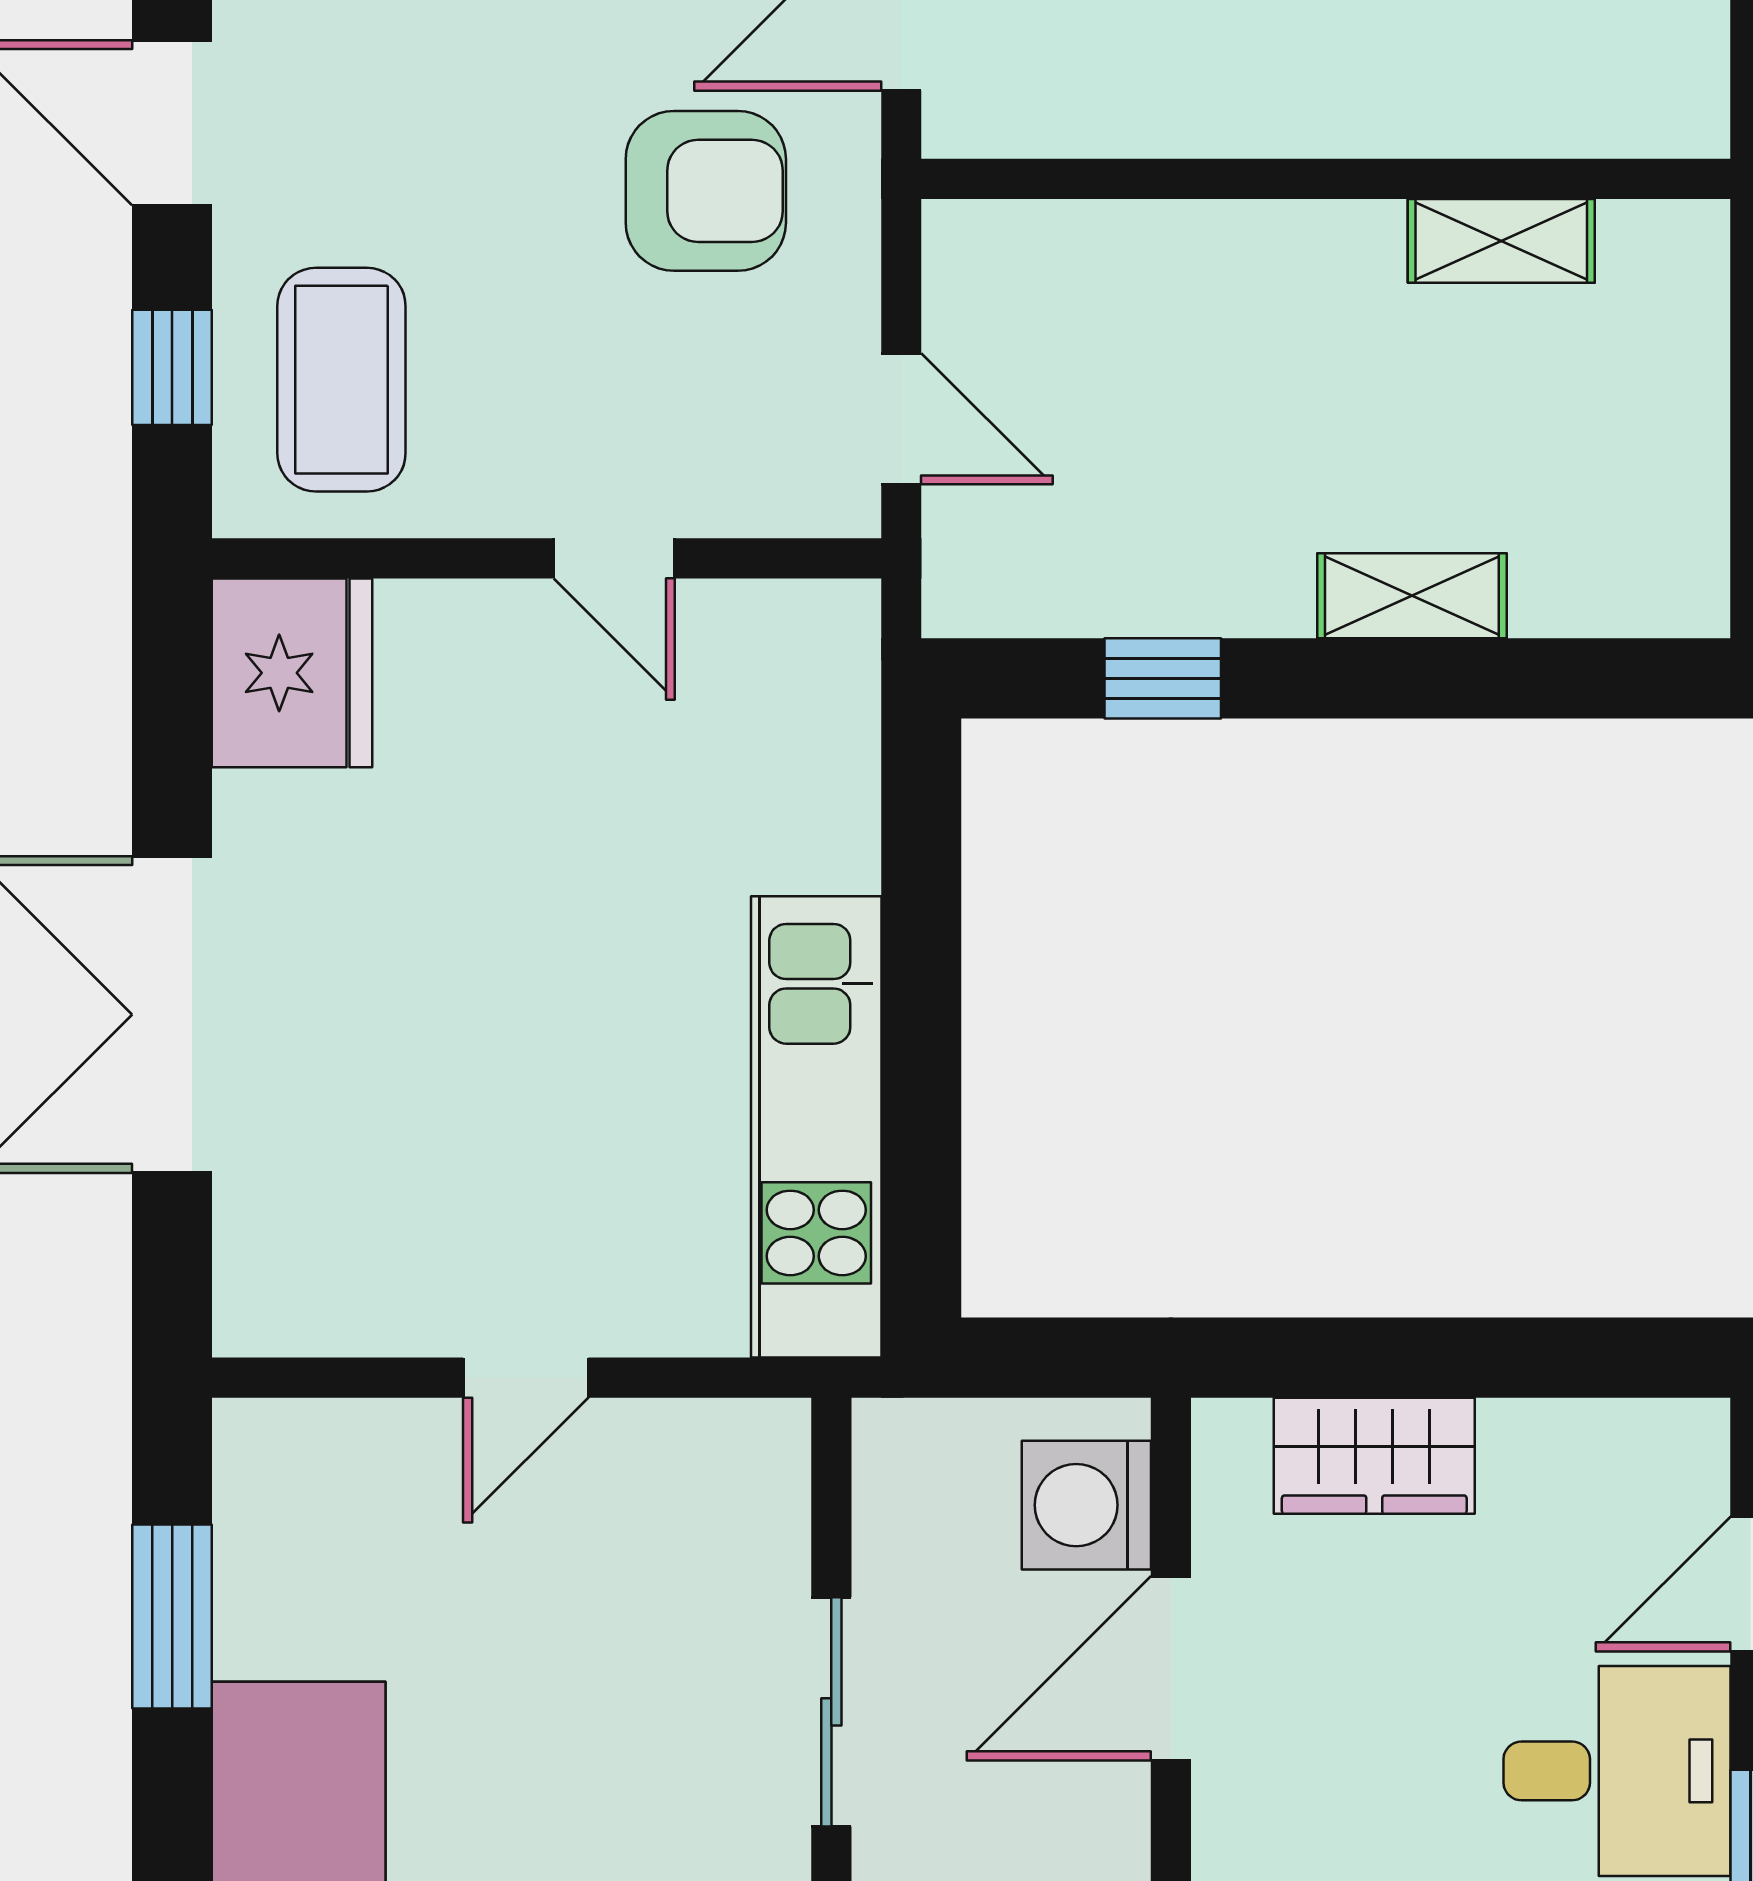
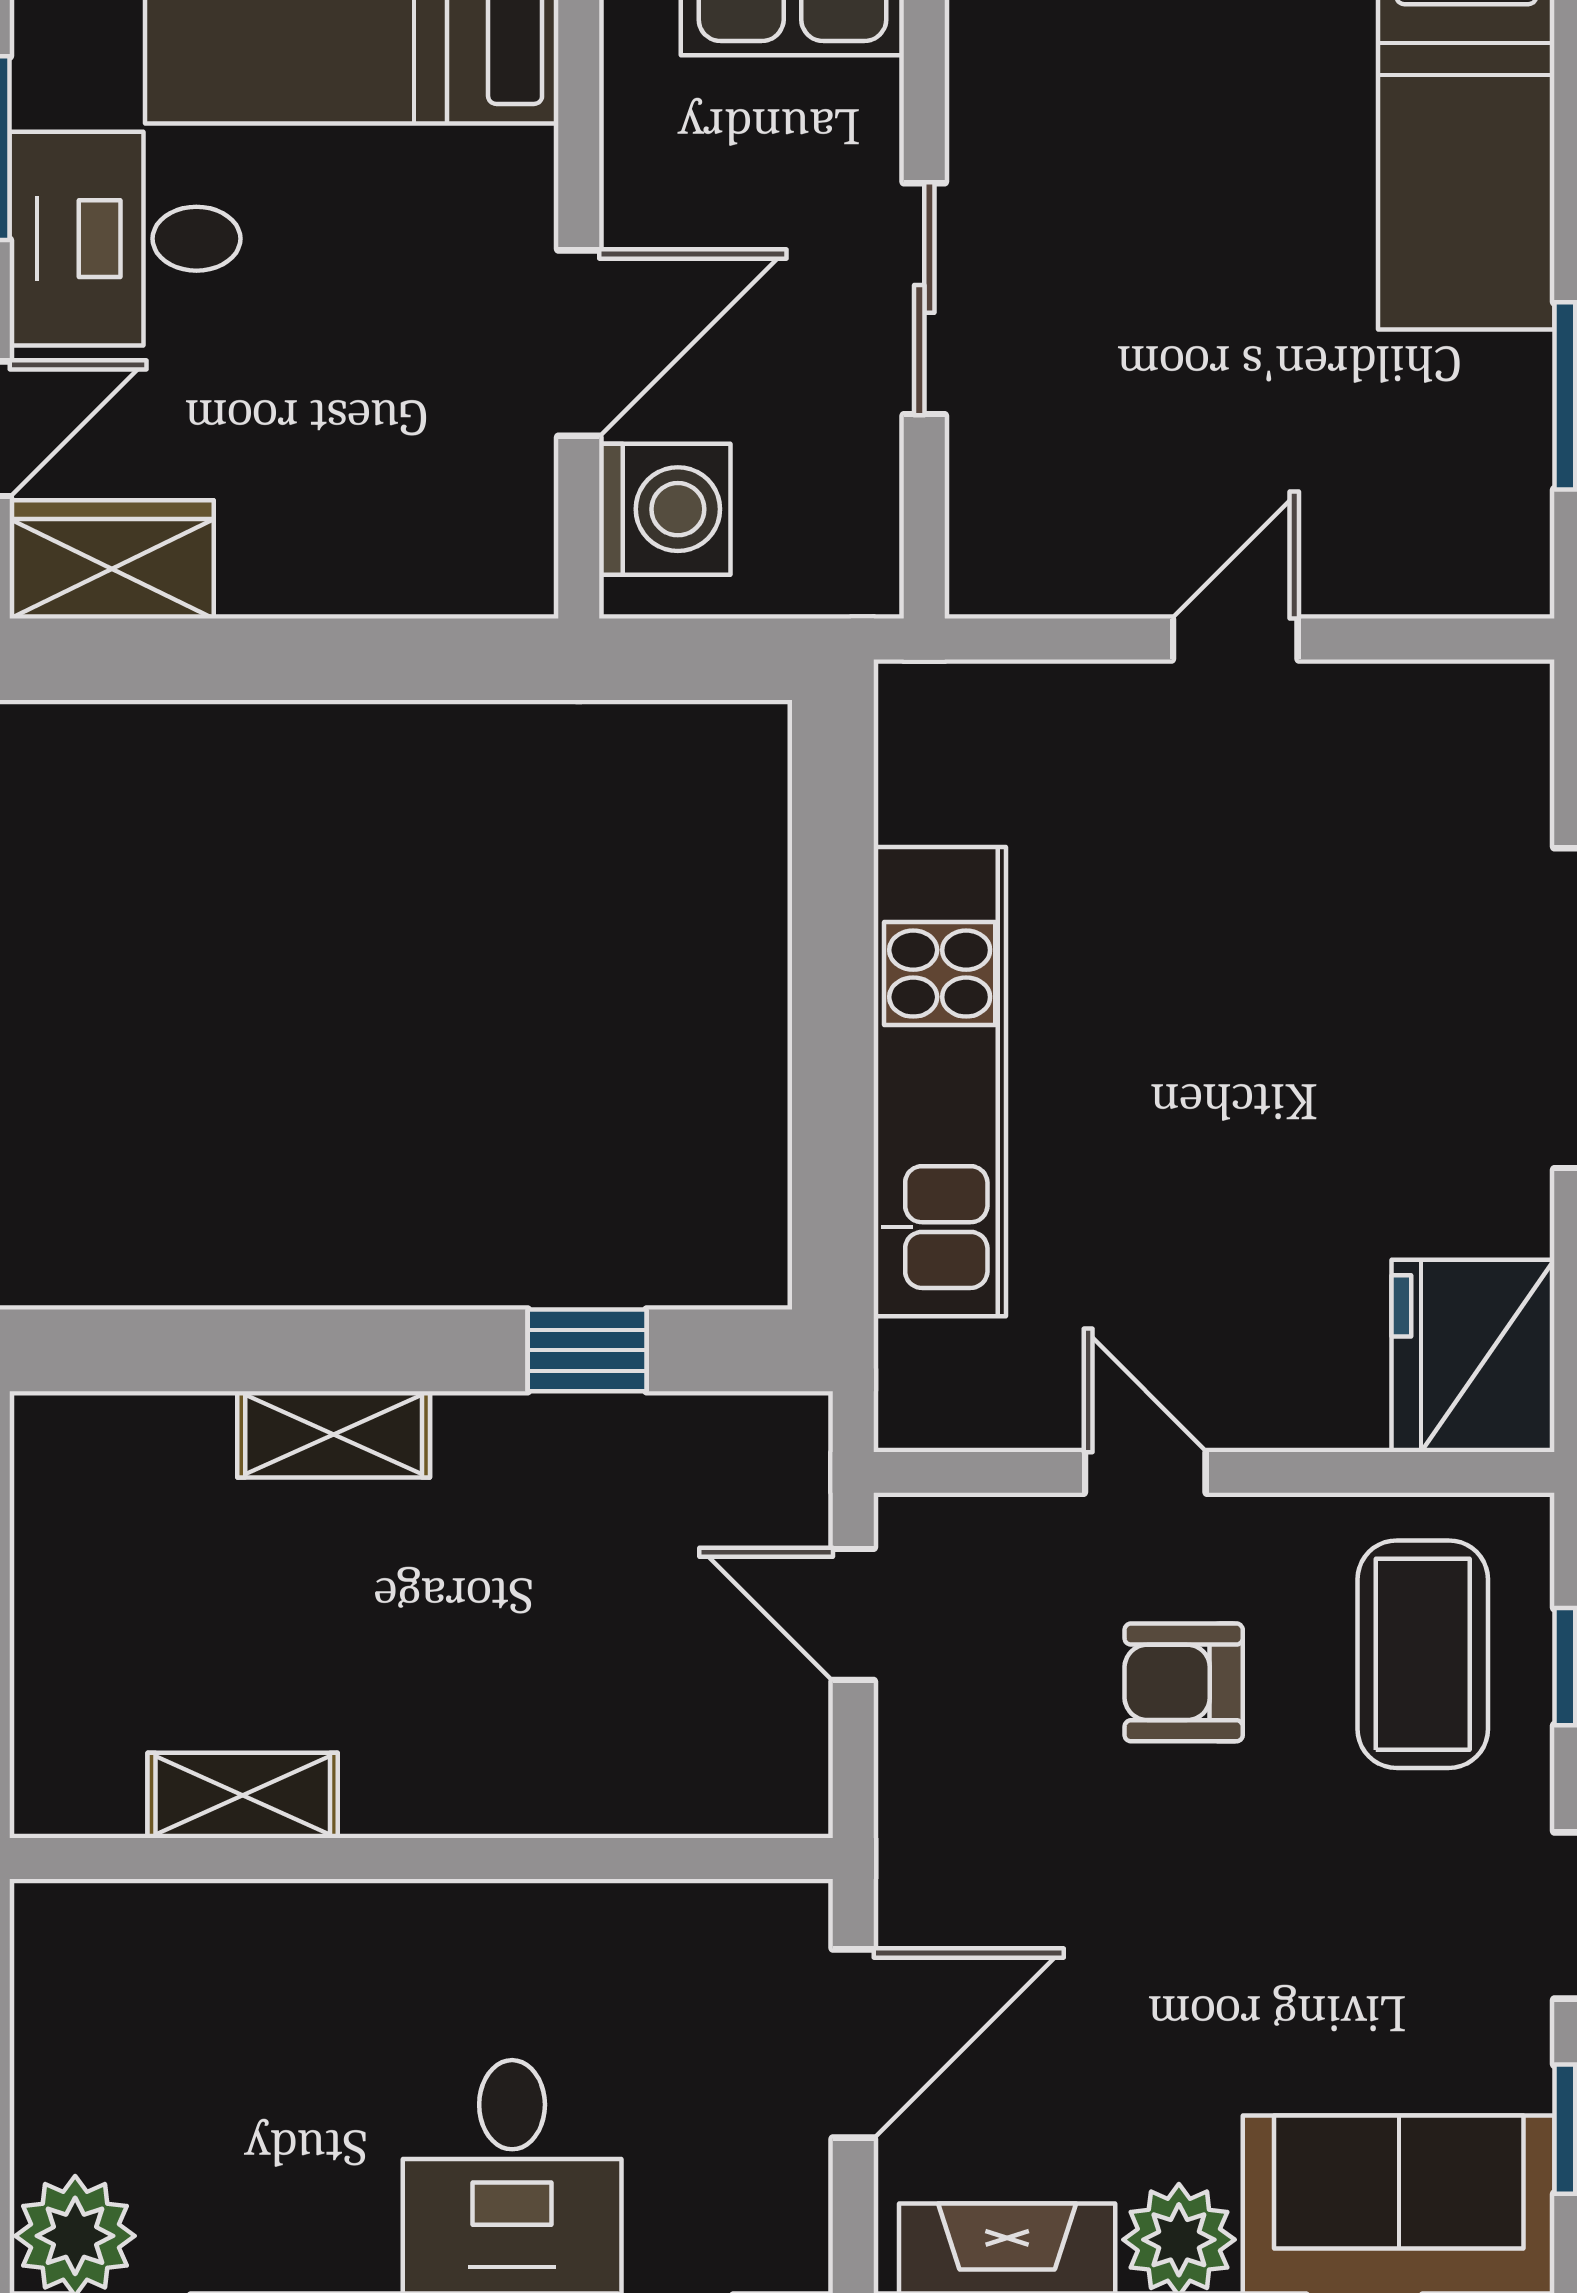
armchair: (706, 191) -> (1184, 1682), moved, width x0.72, depth x0.72
kitchen unit: (816, 1127) -> (940, 1082), moved
wardrobe: (1374, 1456) -> (112, 559), moved

